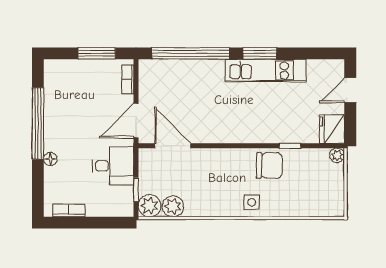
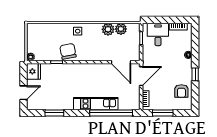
window: (260, 53) -> (54, 113), moved
kitchen unit: (266, 71) -> (96, 104), moved
armchair: (63, 93) -> (181, 91), added
window: (38, 124) -> (195, 74), width x0.32
desk: (113, 166) -> (158, 34), moved, turned 90
chair: (269, 166) -> (68, 51), turned 78
plant: (150, 206) -> (108, 29), moved

